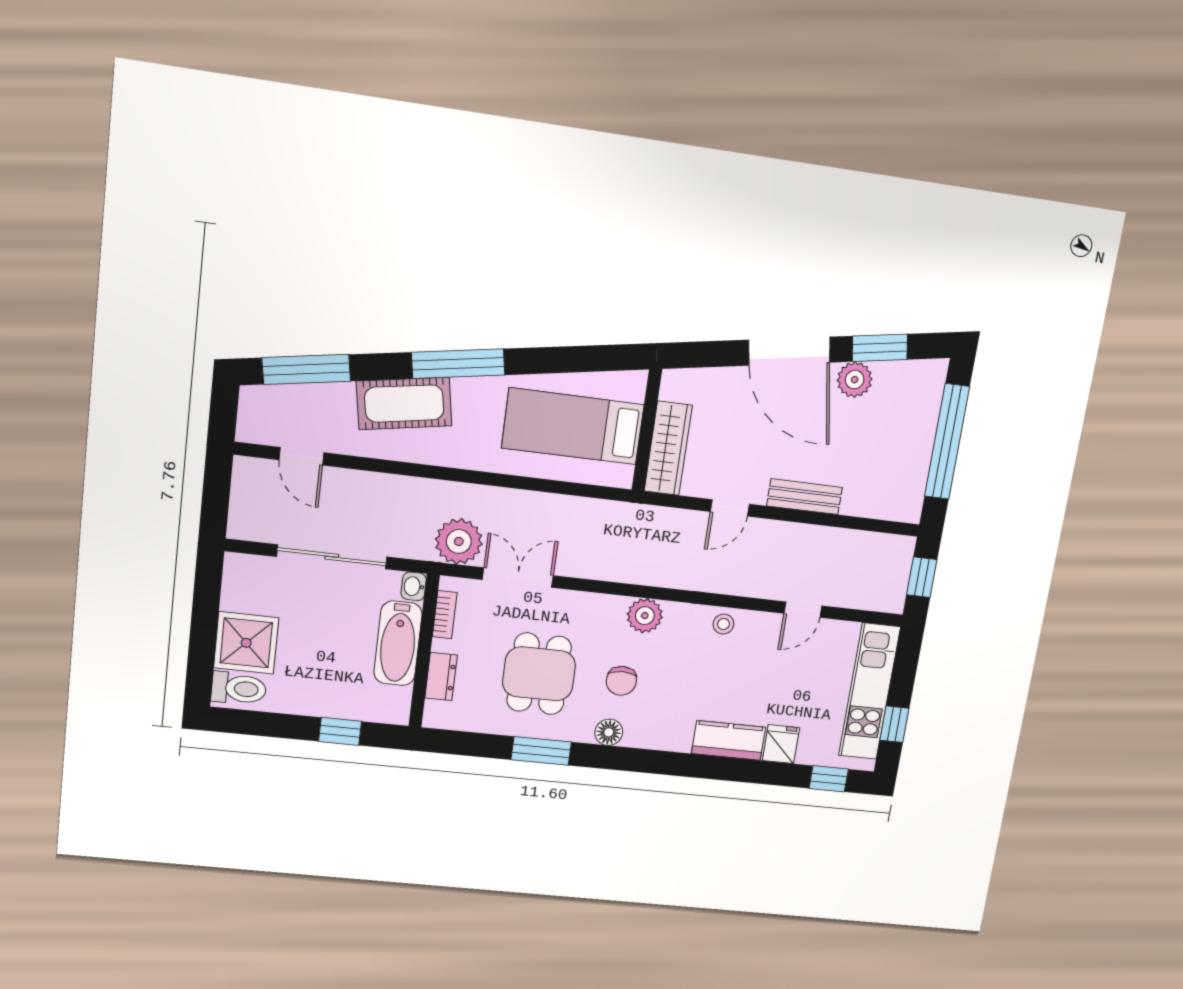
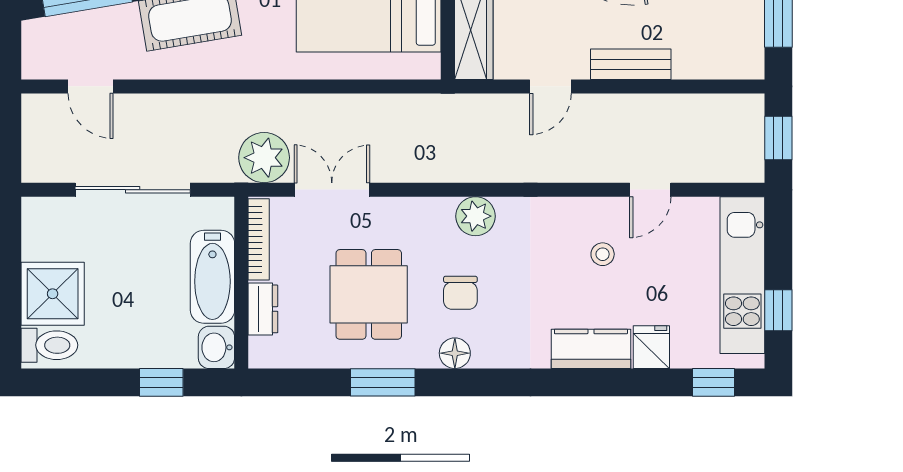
washbasin: (414, 586) -> (216, 347), moved, width x1.38, depth x1.45
bookcase: (445, 615) -> (259, 239), width x1.56
stool: (723, 624) -> (603, 254), moved

